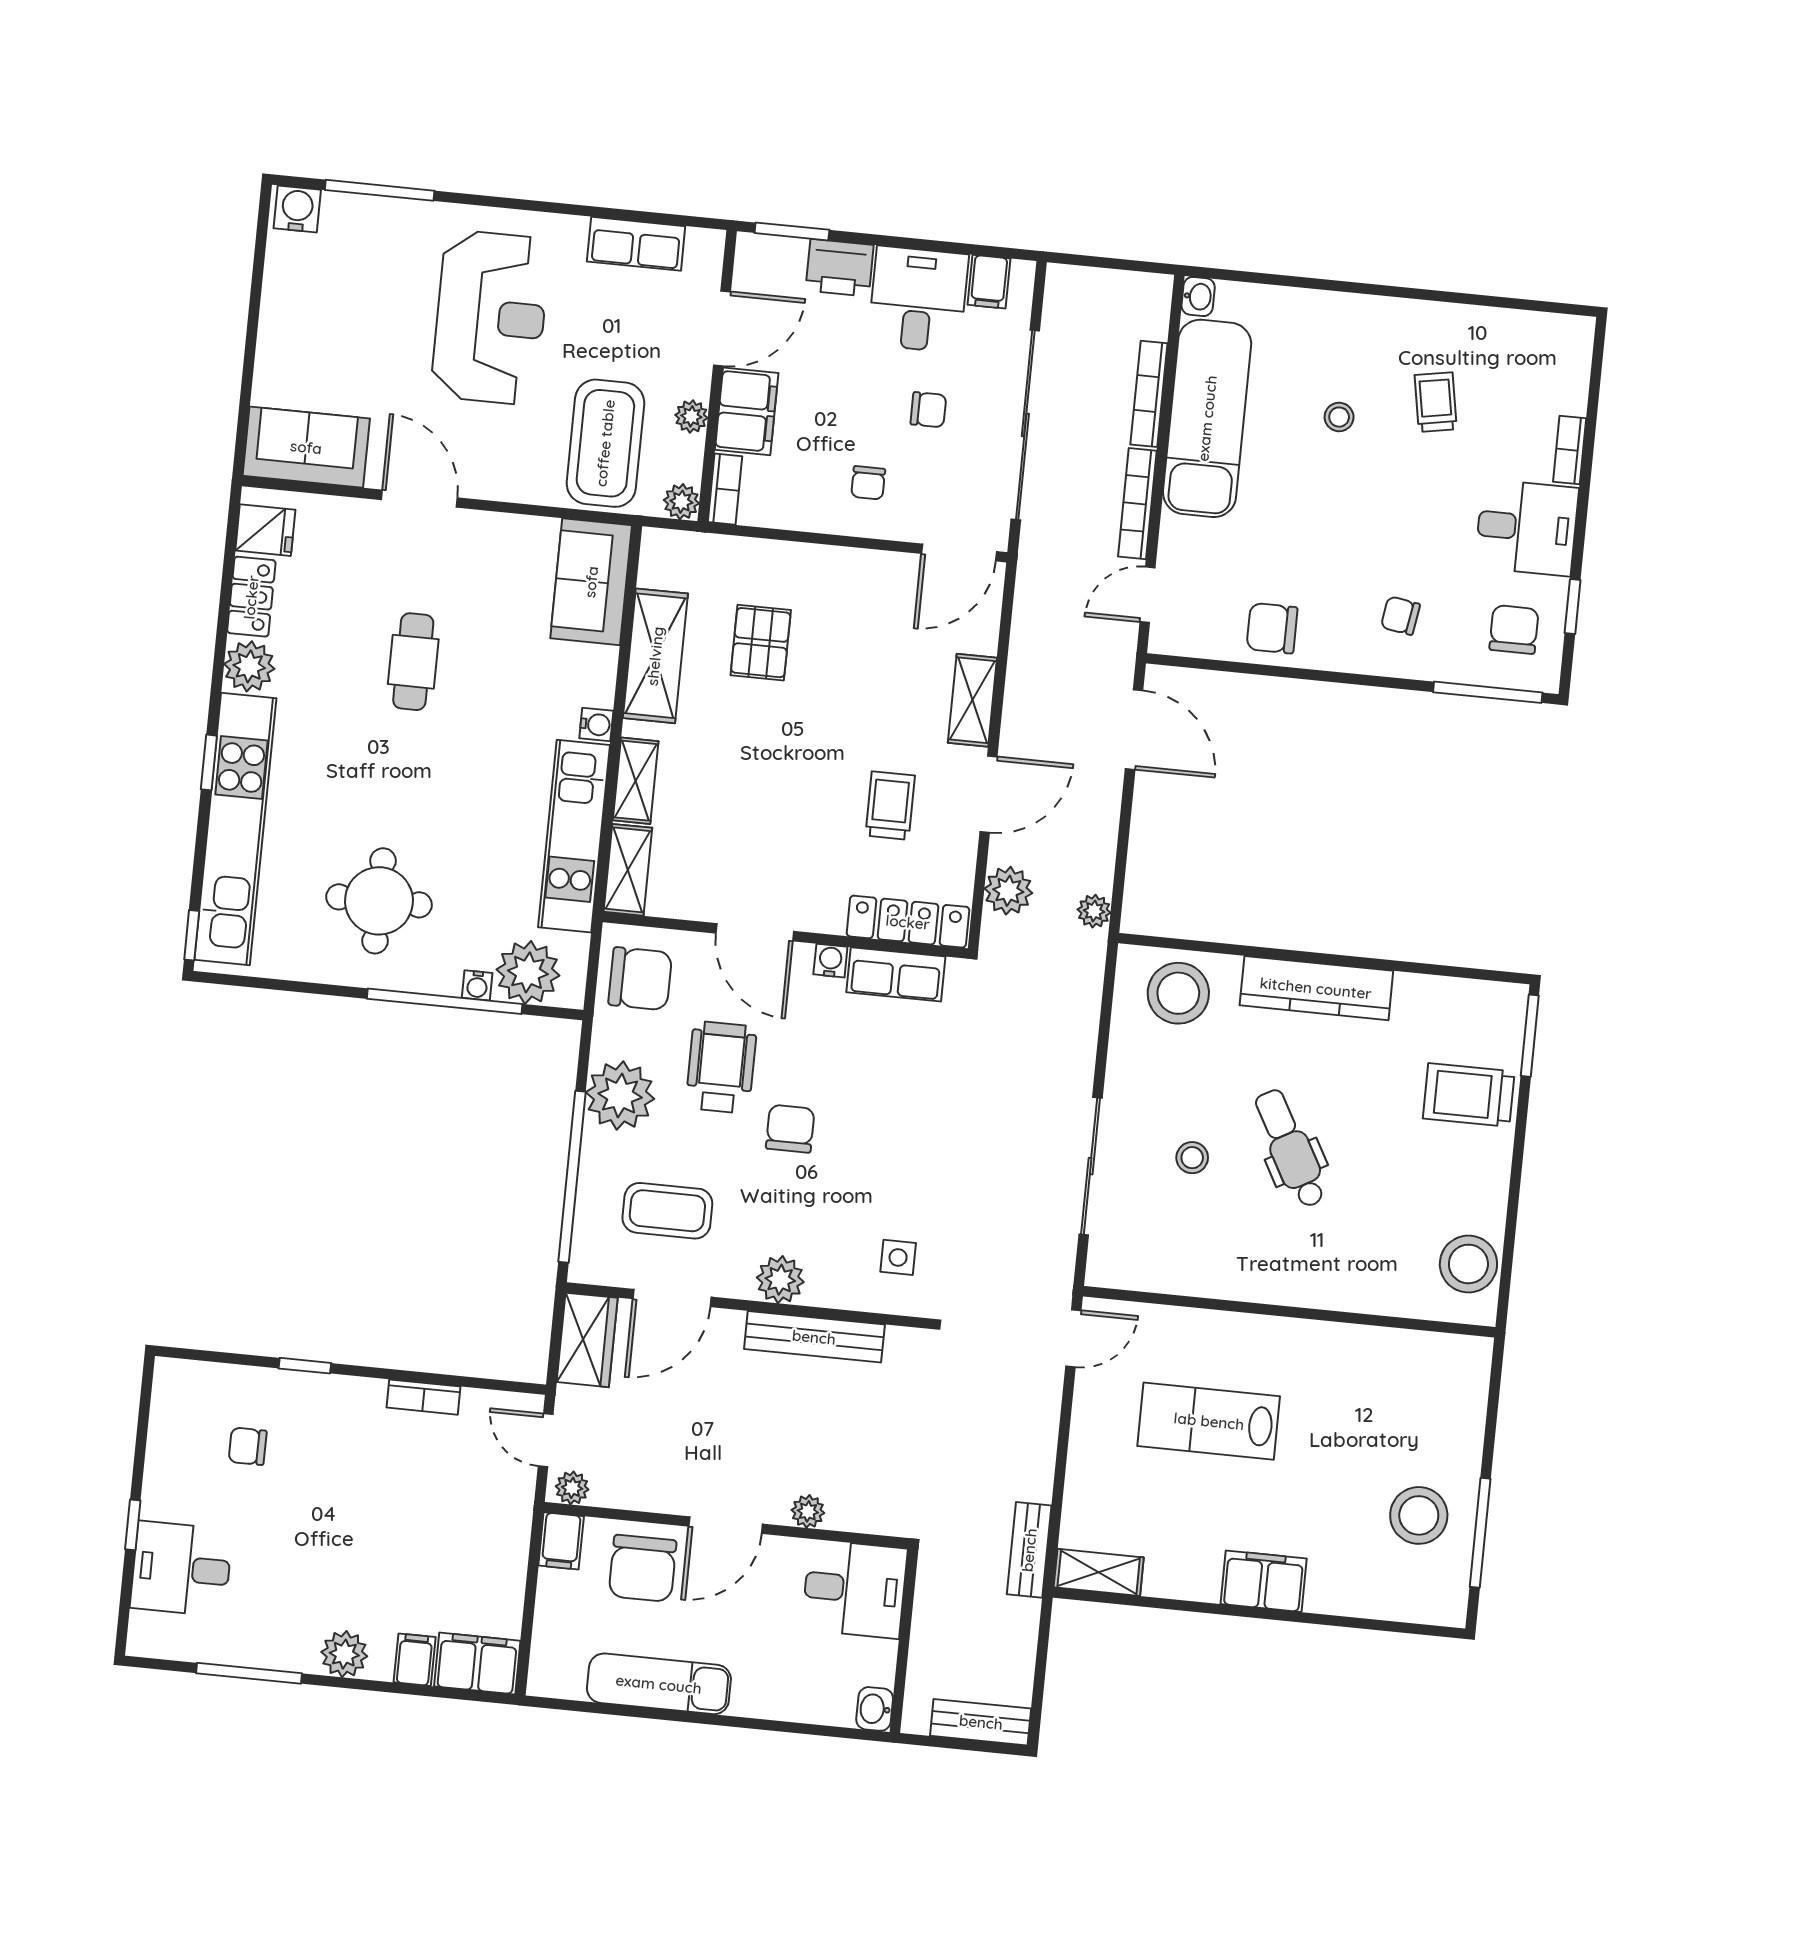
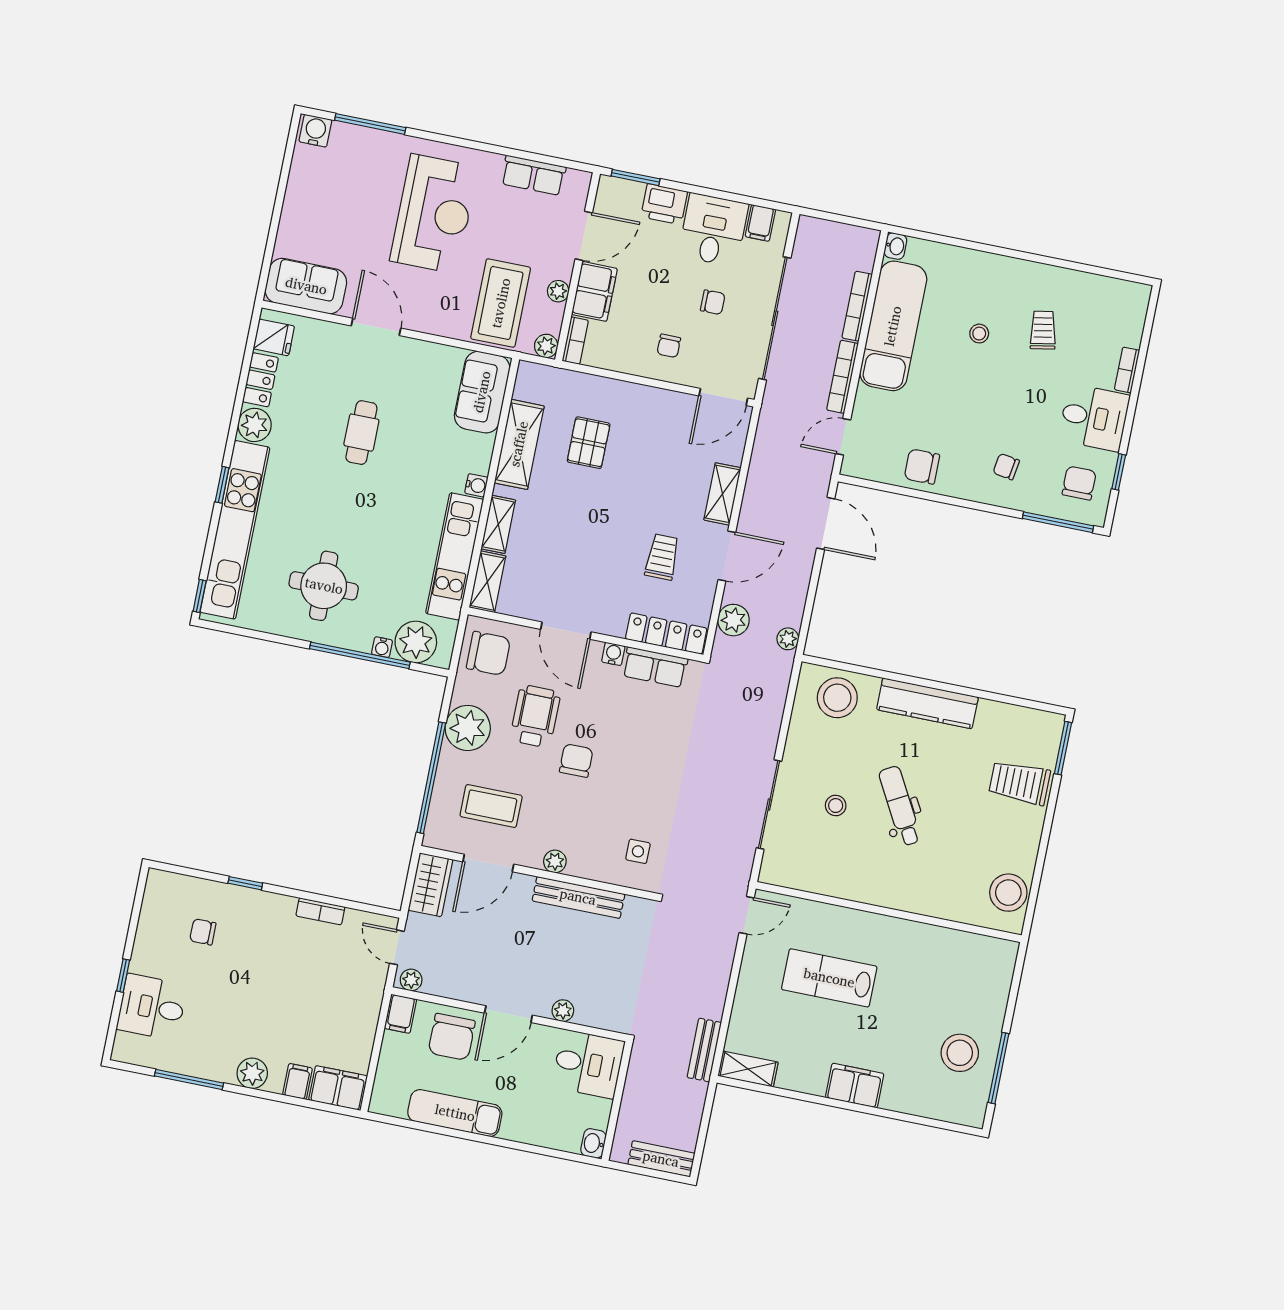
plant: (780, 1280) -> (555, 861), width x0.73, depth x0.73

